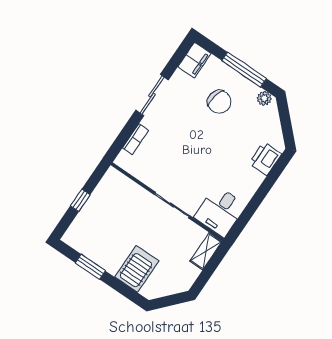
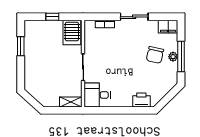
plant: (264, 98) -> (173, 57), moved
server rack: (137, 269) -> (72, 33), moved, turned 90

